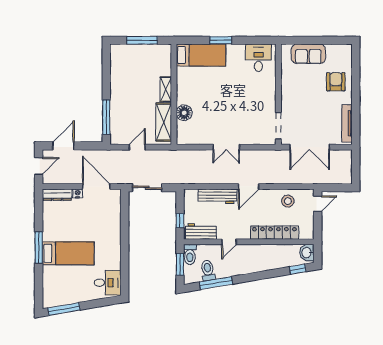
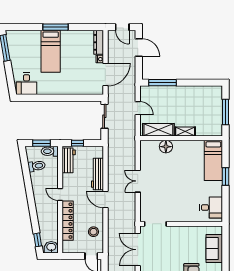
door: (229, 242) -> (60, 195), moved
window: (216, 283) -> (26, 173), removed

